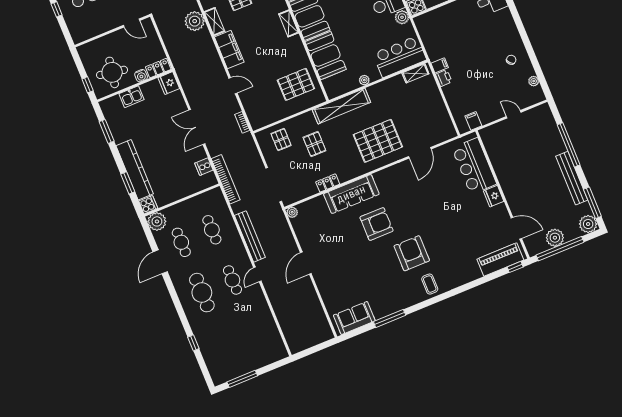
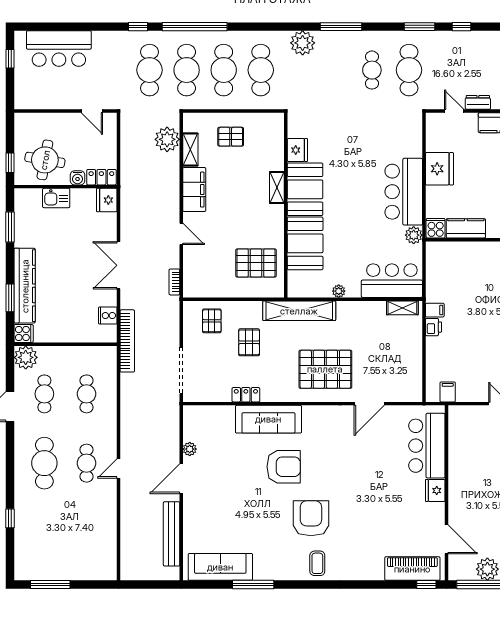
plant: (292, 212) -> (190, 449), moved
bench: (250, 236) -> (172, 534), moved
sofa: (354, 318) -> (220, 567), width x1.36

